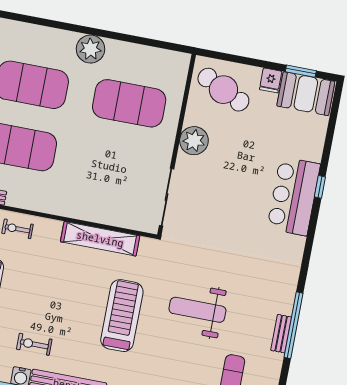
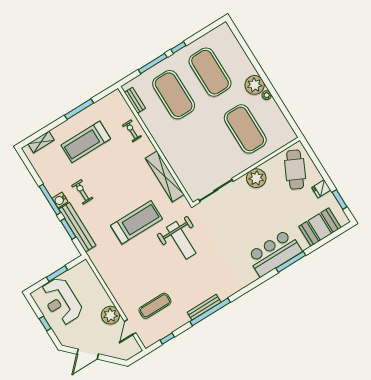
plant: (114, 46) -> (267, 95), added
booth: (306, 94) -> (320, 227), moved, turned 90
window: (320, 187) -> (291, 262), width x2.17
weight bench: (197, 310) -> (181, 240), moved, turned 180
bench: (281, 334) -> (204, 307), width x1.36

